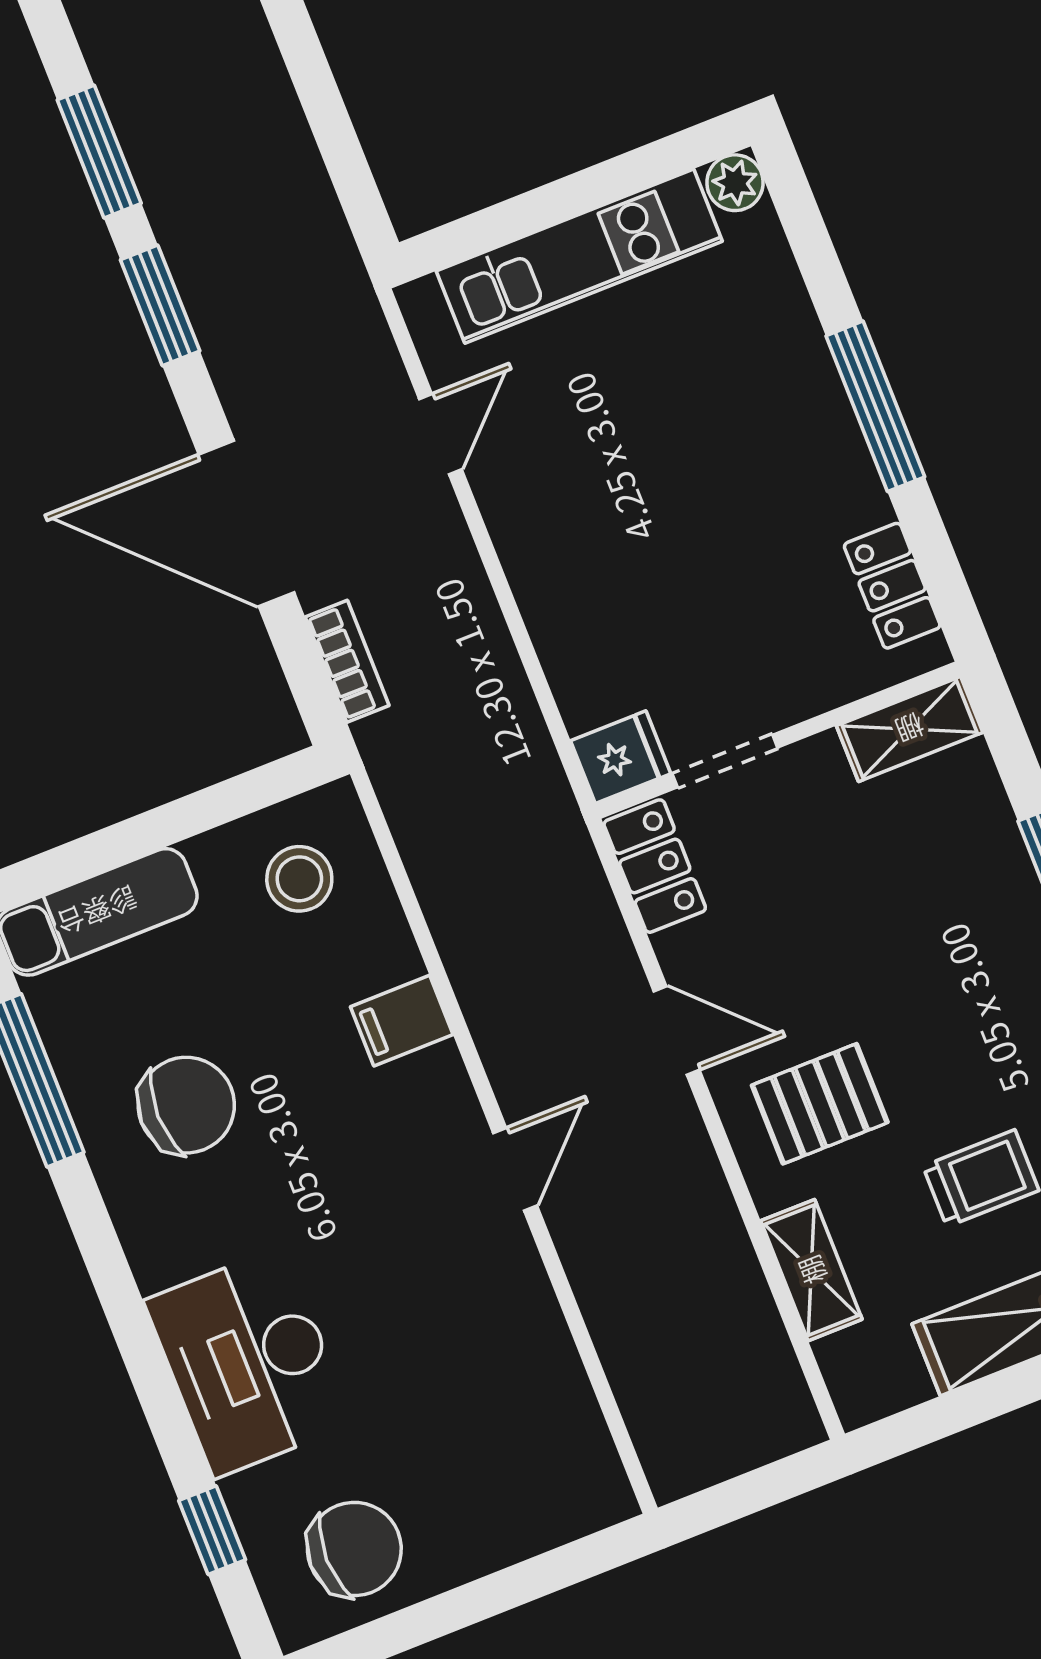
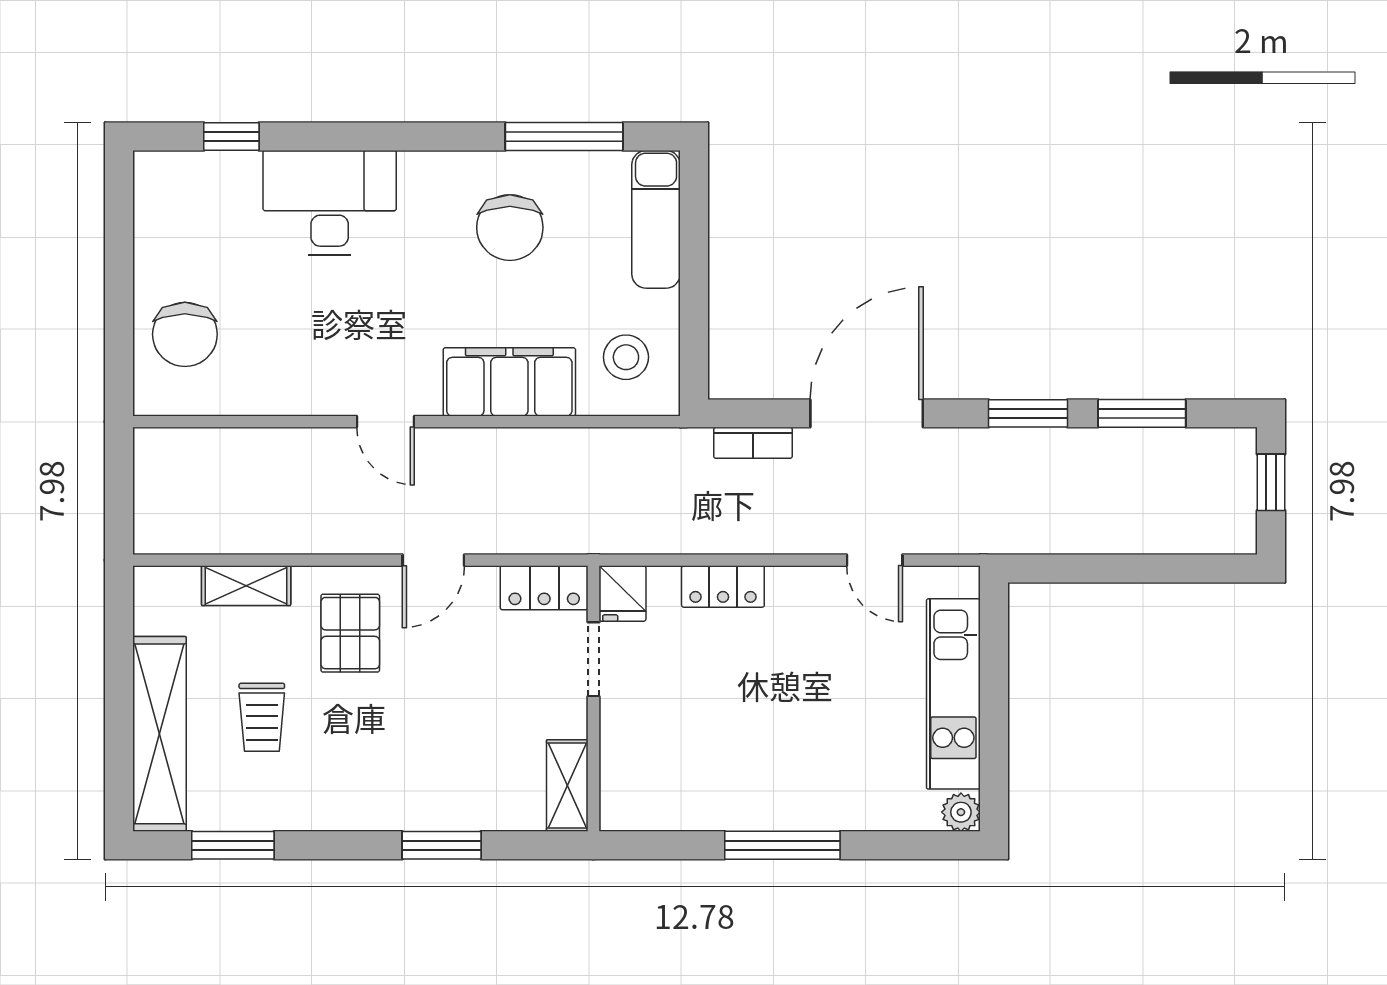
locker: (892, 586) -> (723, 586), moved, turned 180
filing cabinet: (402, 1021) -> (509, 382), width x3.00, depth x1.17
chair: (354, 1549) -> (185, 334), moved

